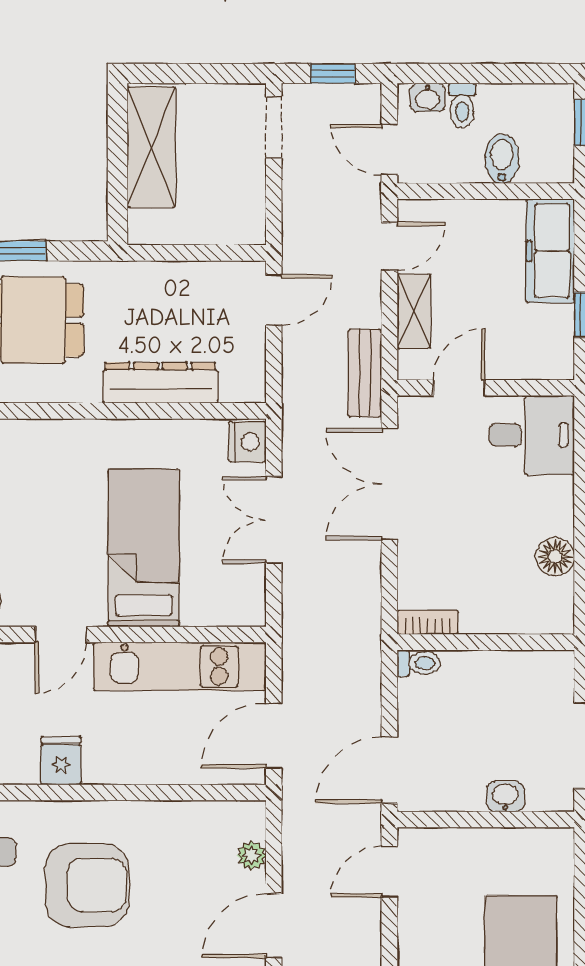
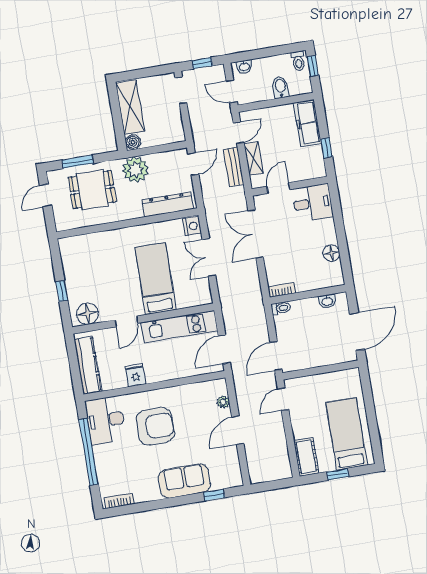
toilet: (462, 106) -> (298, 61), moved
boiler: (144, 228) -> (133, 142), added
plant: (140, 291) -> (135, 170), added
bench: (365, 373) -> (234, 167), moved
dresser: (160, 383) -> (167, 204), moved
washbasin: (505, 796) -> (327, 301), moved, turned 180

